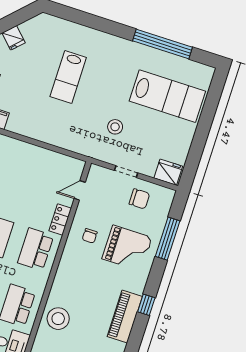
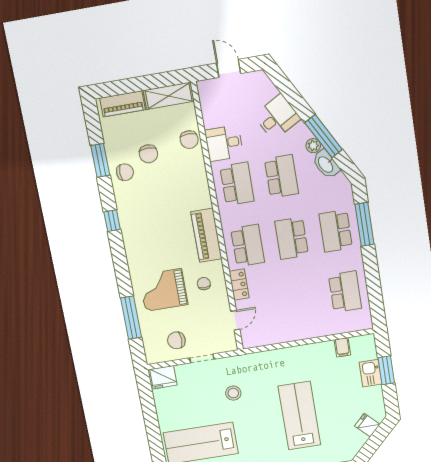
lab bench: (68, 77) -> (299, 416), width x1.36, depth x1.39
window: (146, 305) -> (112, 221), moved
piano: (125, 317) -> (206, 235), moved, turned 180
stool: (58, 319) -> (192, 191), removed

